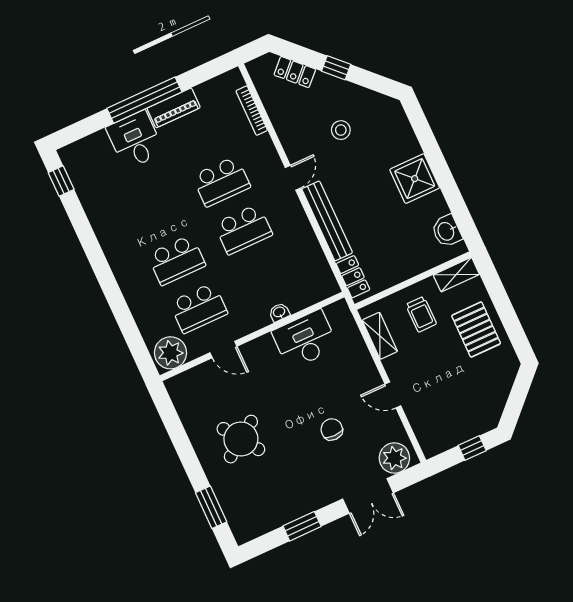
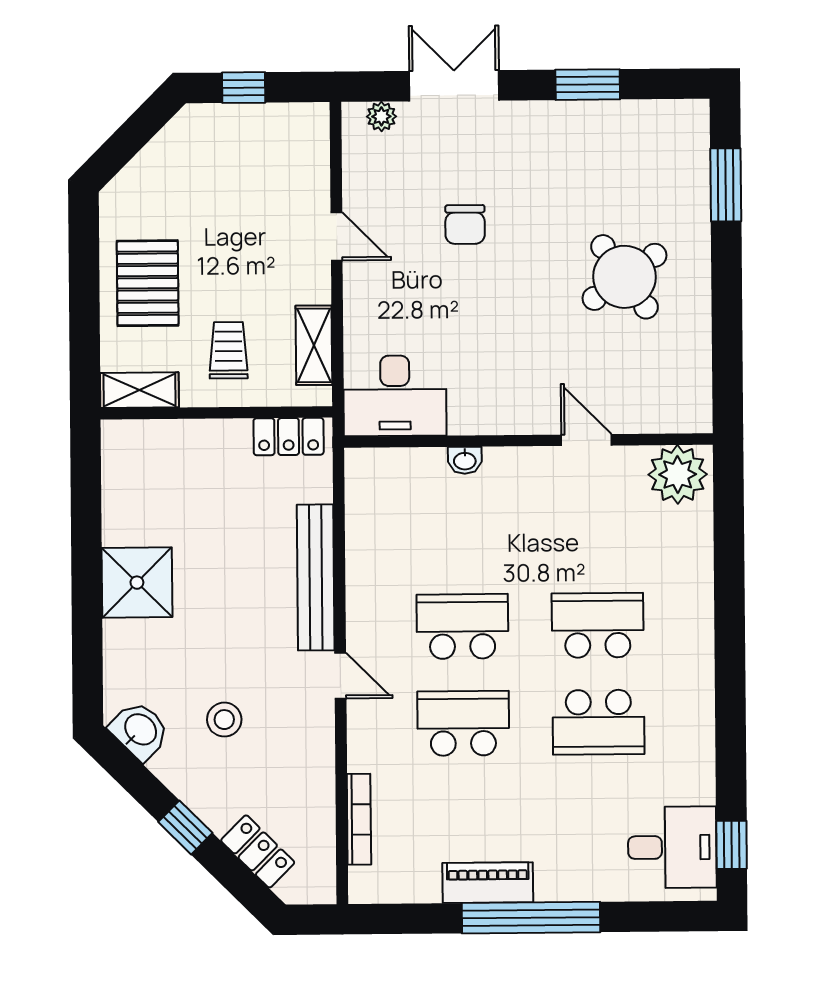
desk: (135, 140) -> (672, 847), moved, turned -90
door: (293, 178) -> (340, 676), swing flipped
washbasin: (447, 231) -> (140, 730), moved, turned -45
locker: (353, 277) -> (289, 437), moved, turned -90
school desk: (199, 308) -> (598, 722), moved, turned 180
desk: (305, 340) -> (395, 396), moved
plant: (394, 458) -> (381, 116), width x0.53, depth x0.53

